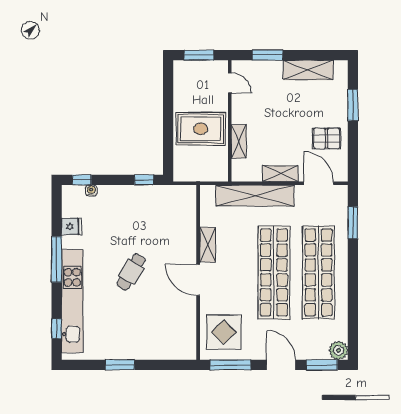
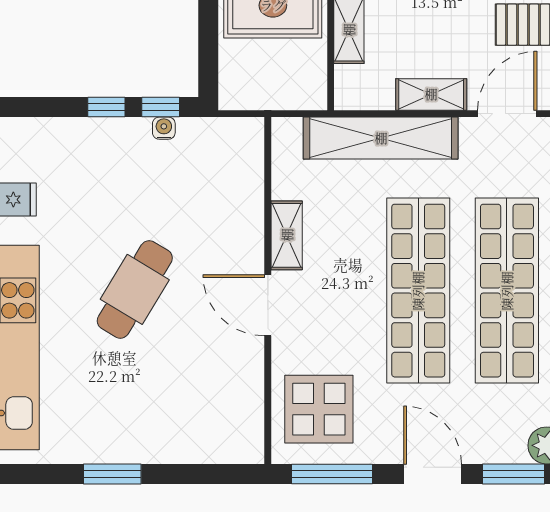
window: (82, 180) -> (106, 107), moved
door: (319, 183) -> (507, 114), hinge flipped
water cooler: (91, 191) -> (164, 128), moved
cafe table: (131, 272) -> (135, 289), width x1.37, depth x1.35

